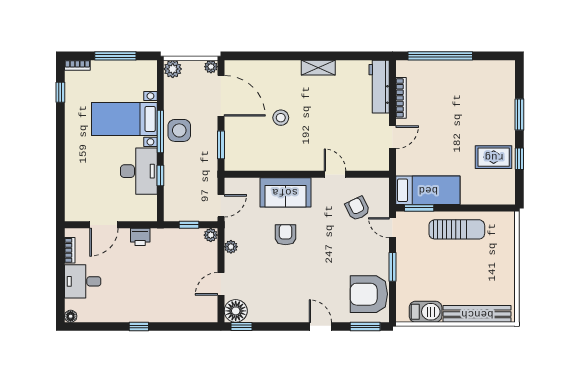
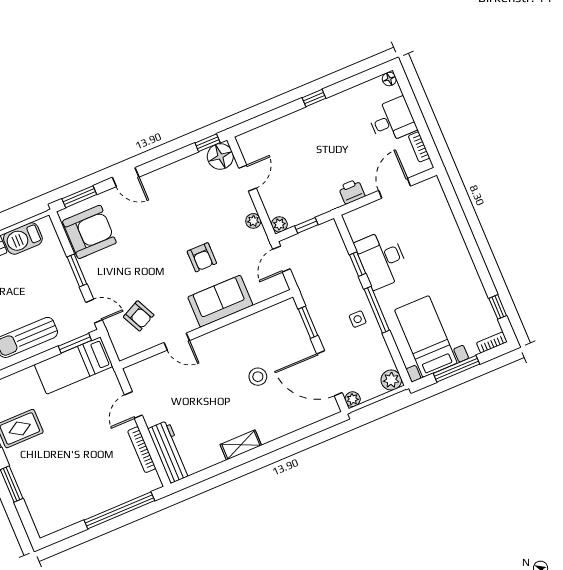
bed with nightstands: (124, 119) -> (426, 336), moved, turned -90
side table: (179, 130) -> (358, 319), width x0.54, depth x0.54

